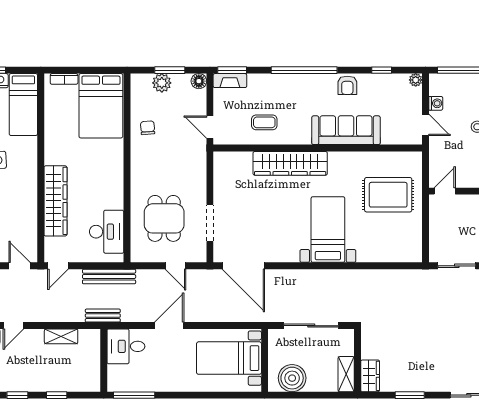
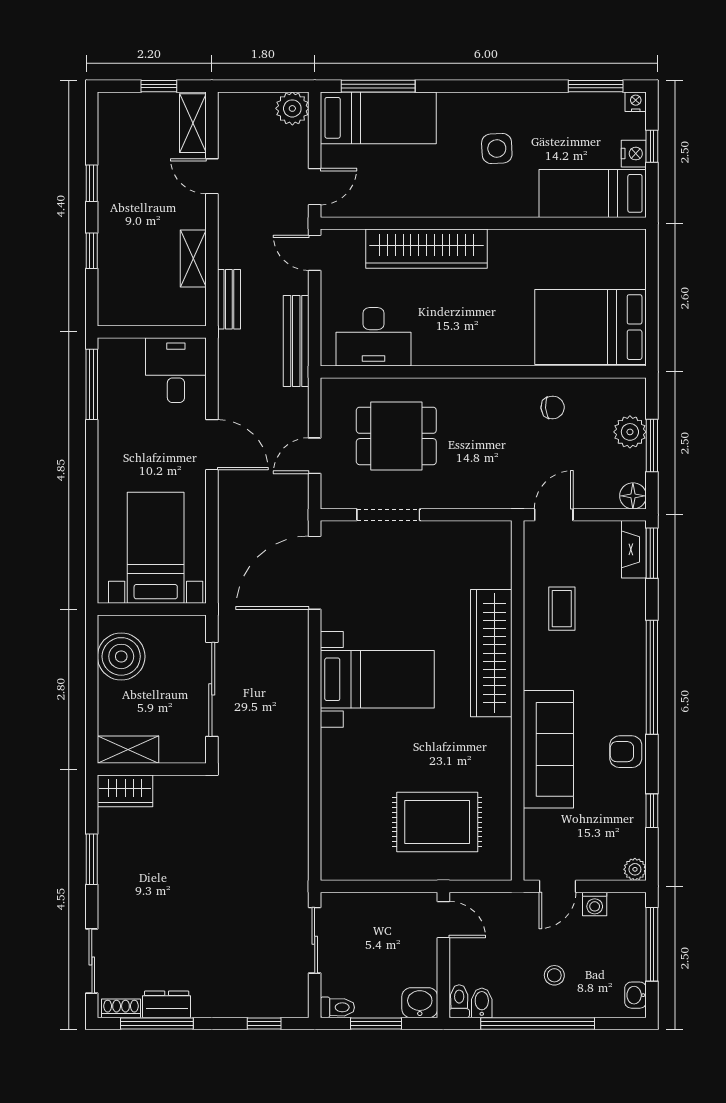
bookcase: (64, 79) -> (637, 264), removed
rug: (388, 195) -> (437, 822), turned 90
bed with nightstands: (328, 230) -> (377, 679), moved
bench: (103, 316) -> (229, 299), moved

